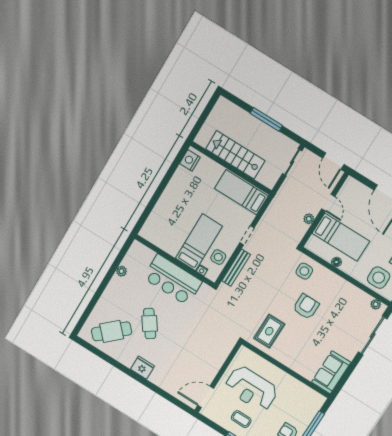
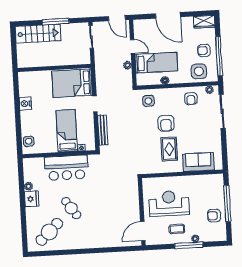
stairs: (235, 155) -> (38, 34), moved, turned 180
nightstand: (190, 160) -> (25, 104), moved
bed: (241, 192) -> (72, 83), width x1.50
side table: (218, 257) -> (29, 141), moved
armchair: (350, 300) -> (191, 99), added
armchair: (306, 307) -> (166, 123), turned 180
rug: (269, 331) -> (169, 149), moved
fridge: (142, 368) -> (32, 199), moved, turned 90
sofa: (331, 372) -> (198, 162), moved, turned 90
reception desk: (251, 389) -> (169, 203), turned 180

